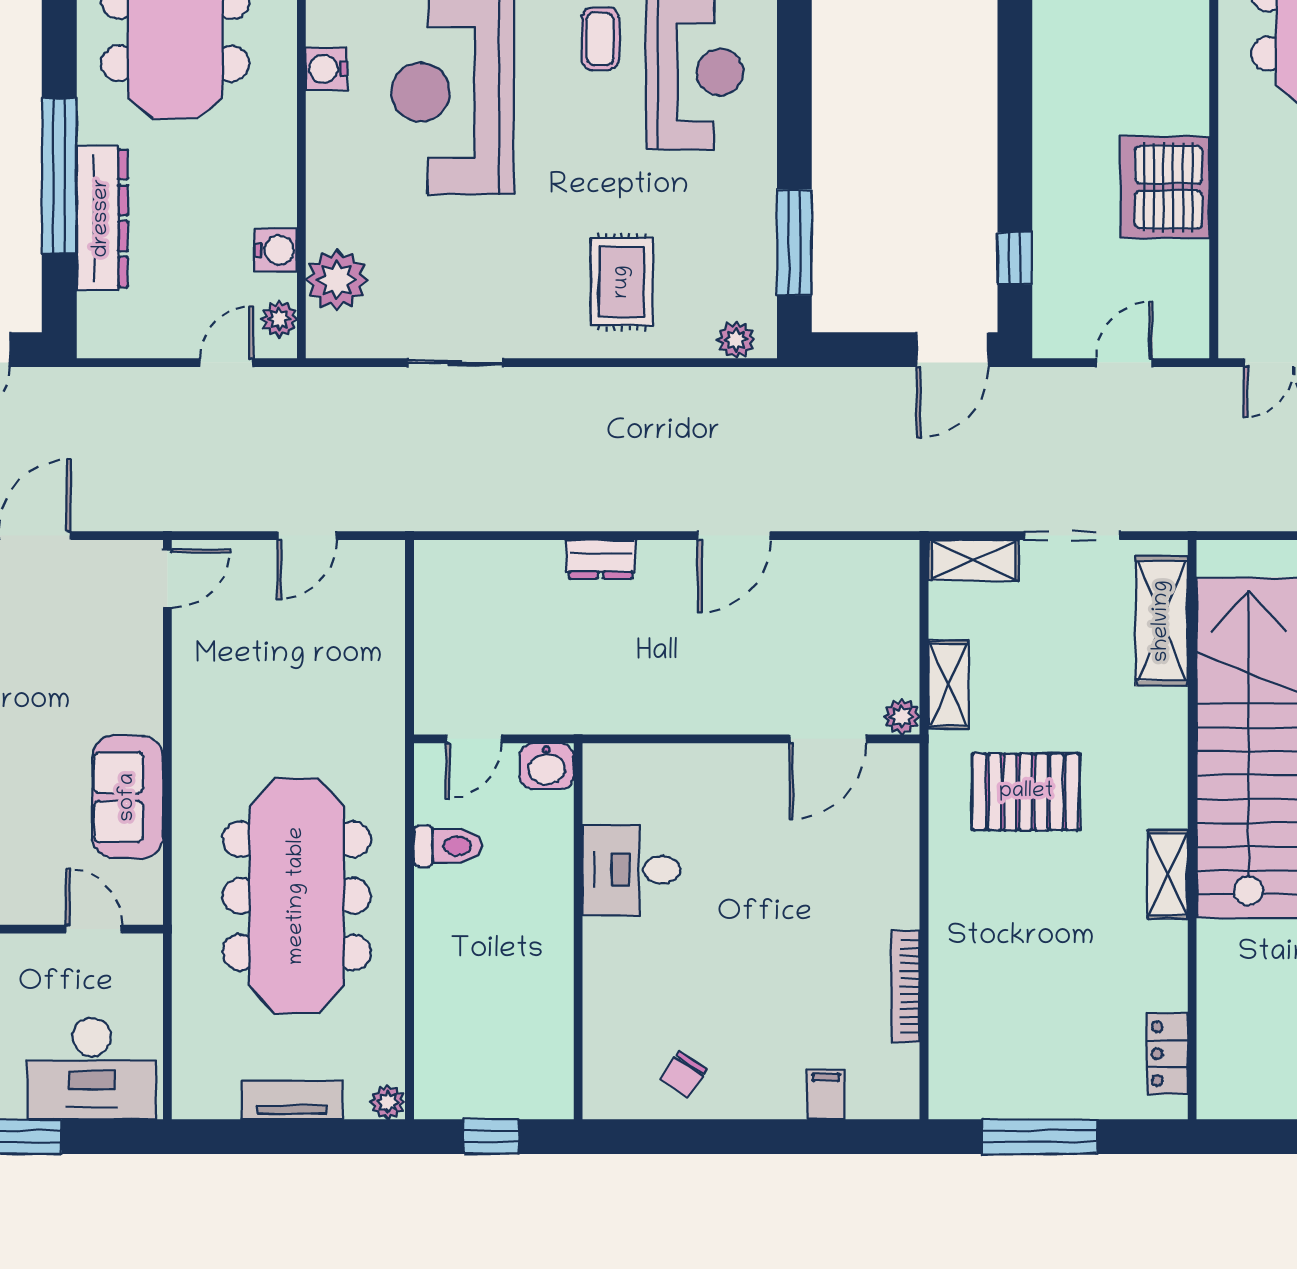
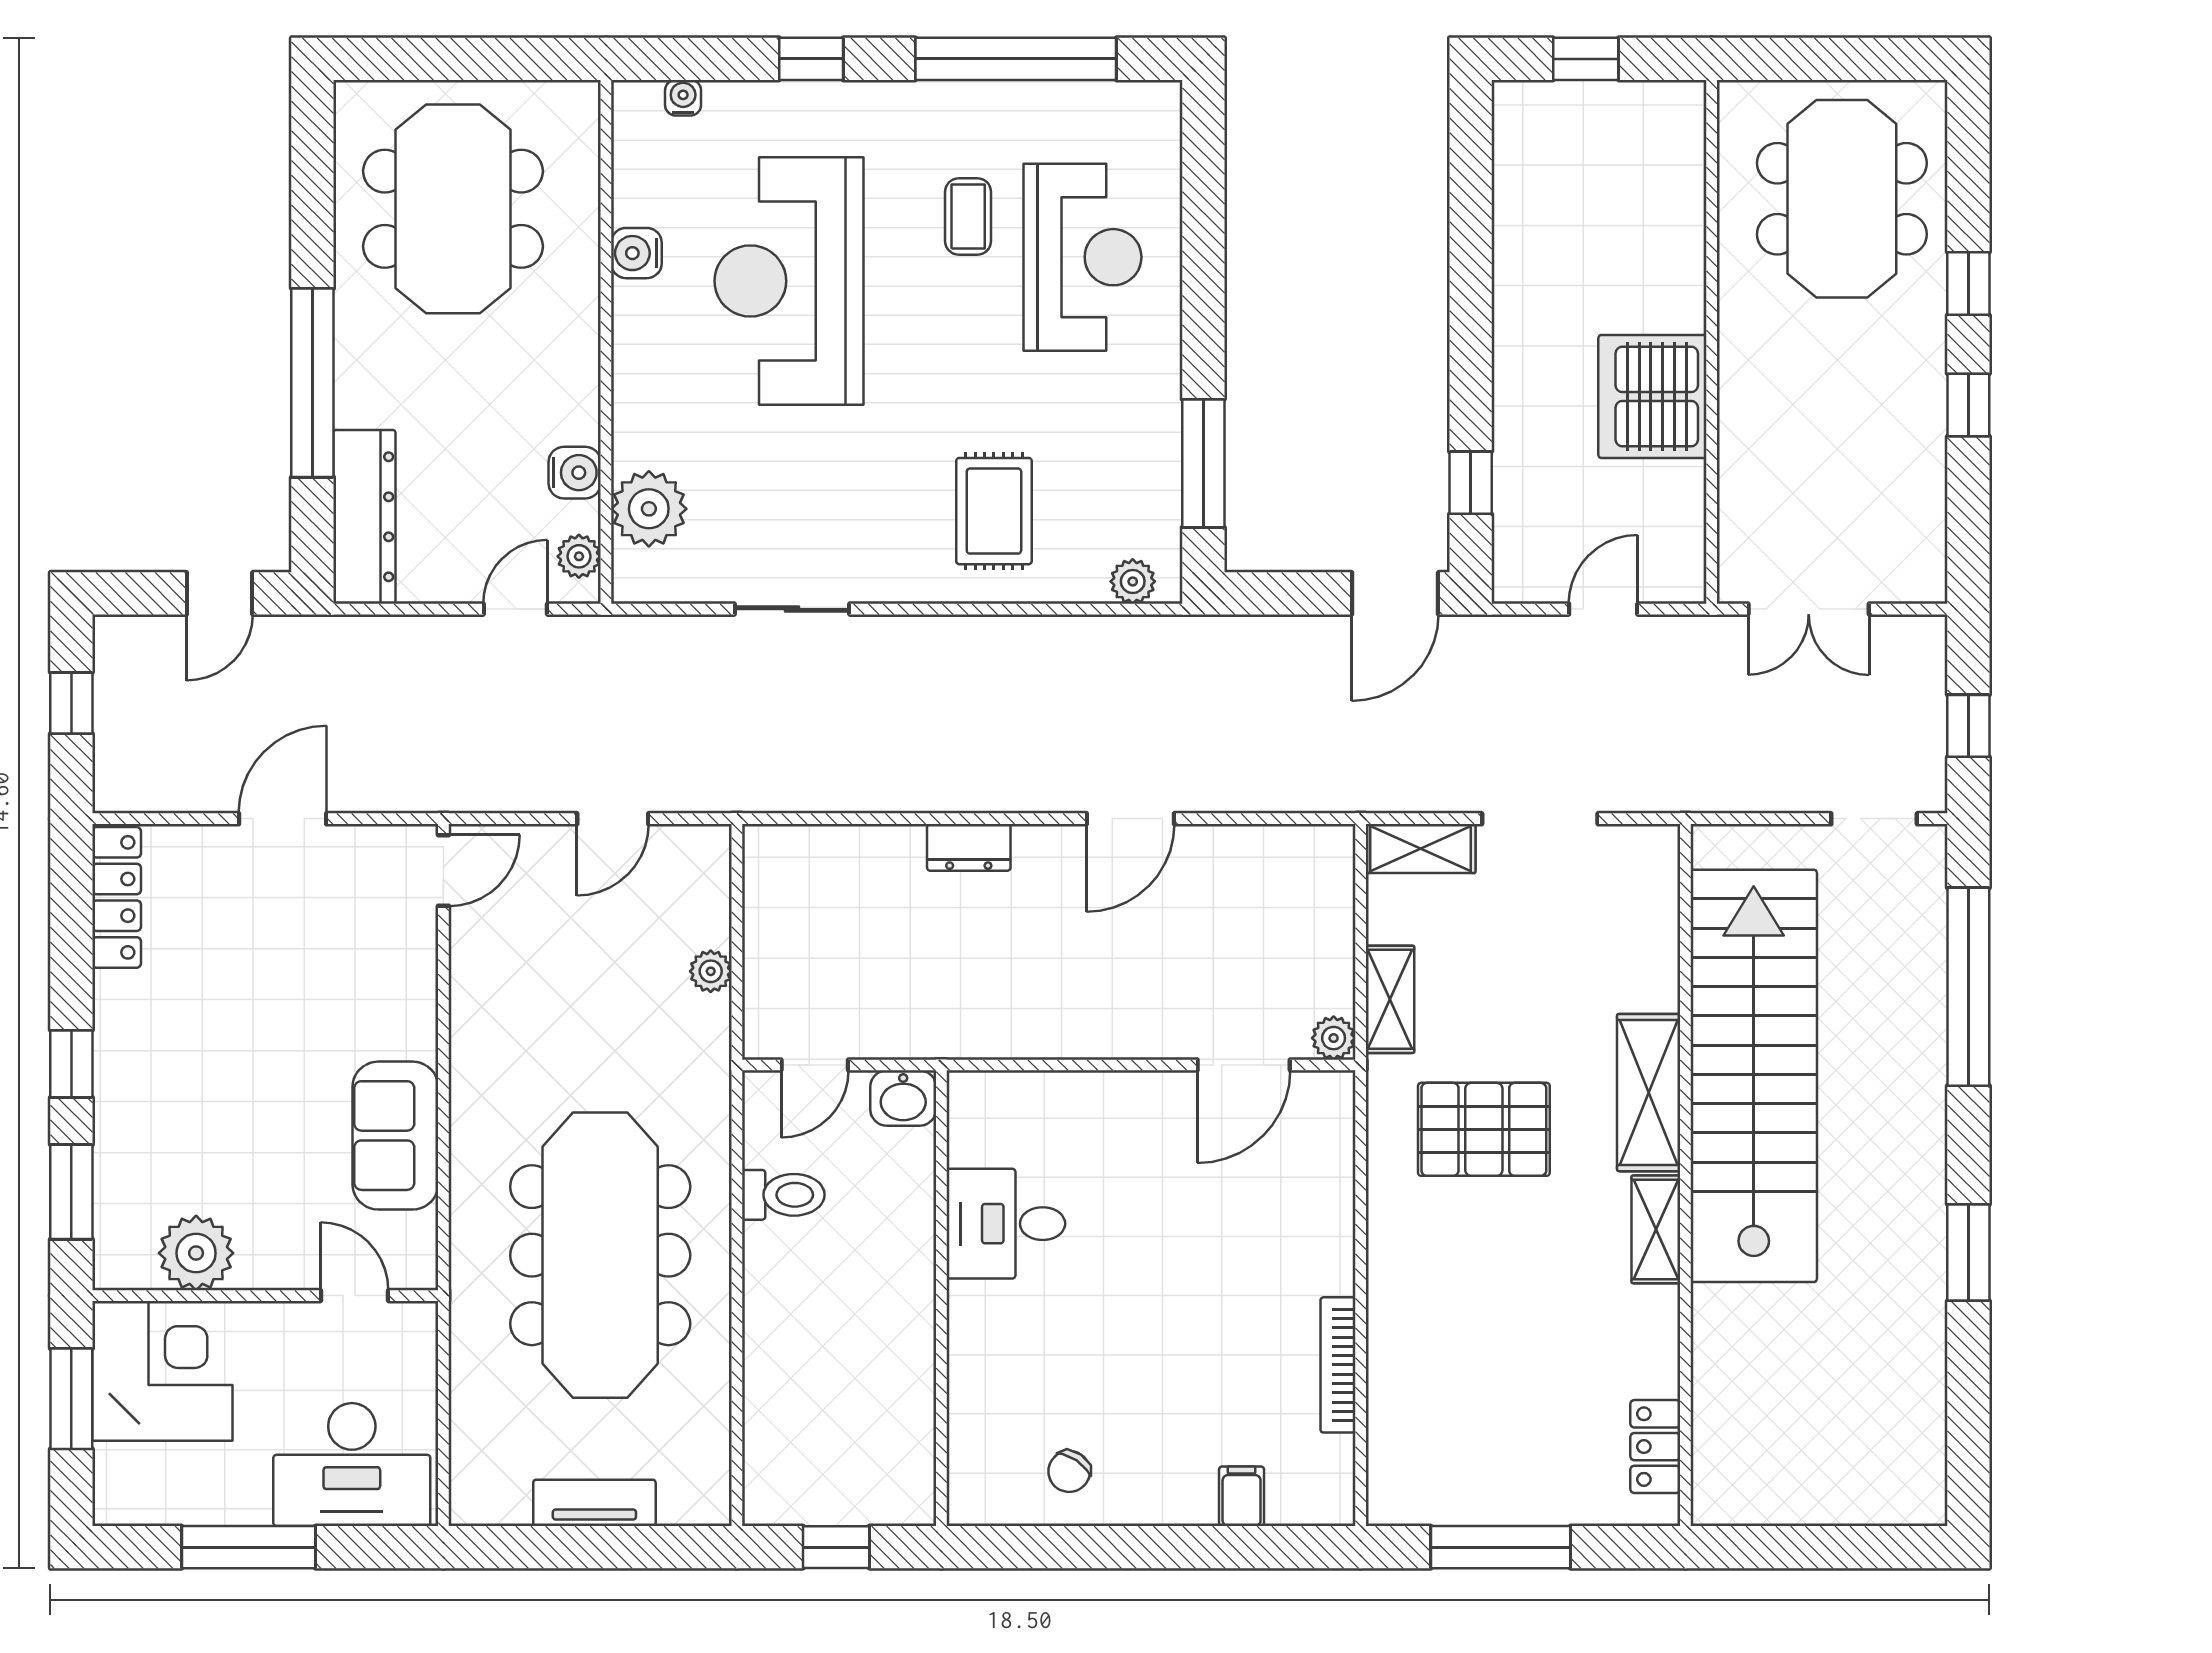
dresser: (102, 218) -> (364, 517), moved
shelving: (1162, 621) -> (1649, 1093), moved
plant: (388, 1102) -> (711, 971), moved

